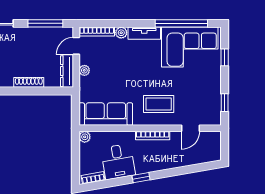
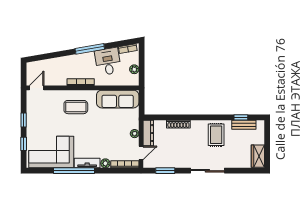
window: (45, 23) -> (165, 171), width x0.69
window: (181, 23) -> (74, 171), moved
window: (225, 103) -> (24, 120), moved
door: (190, 128) -> (37, 88), moved
plant: (85, 137) -> (134, 69), moved
window: (141, 178) -> (90, 49), width x2.17

